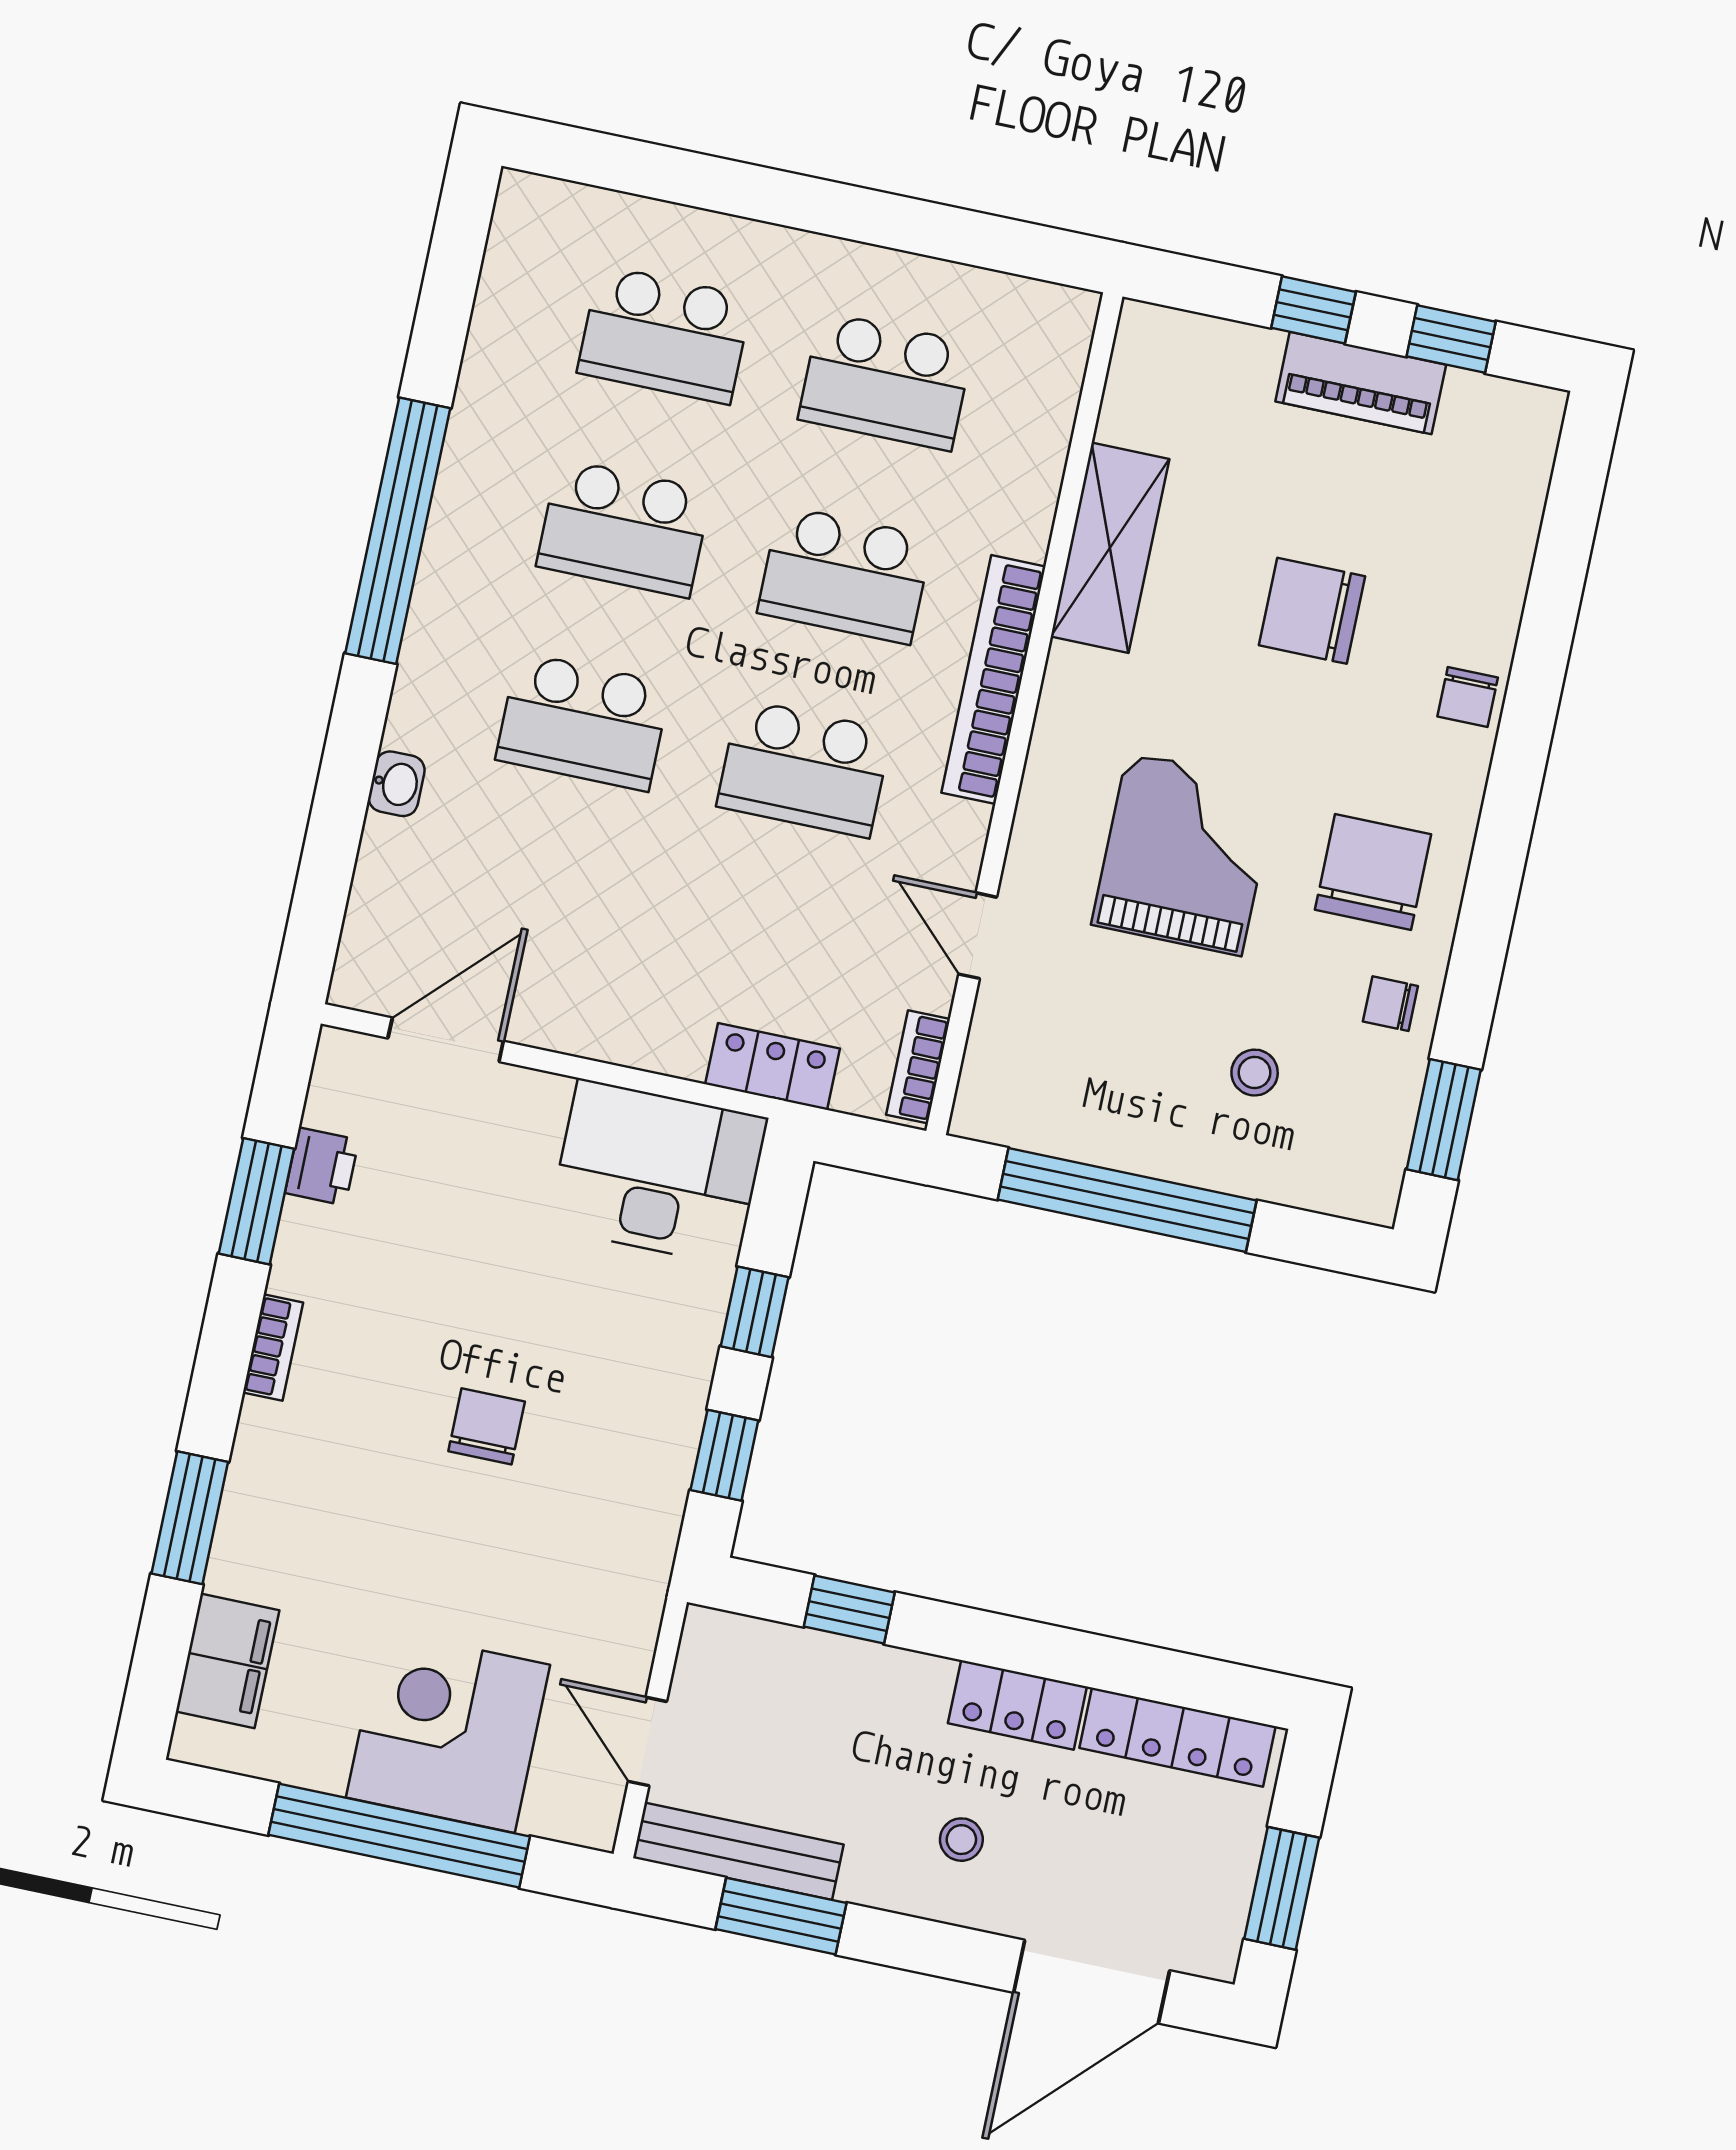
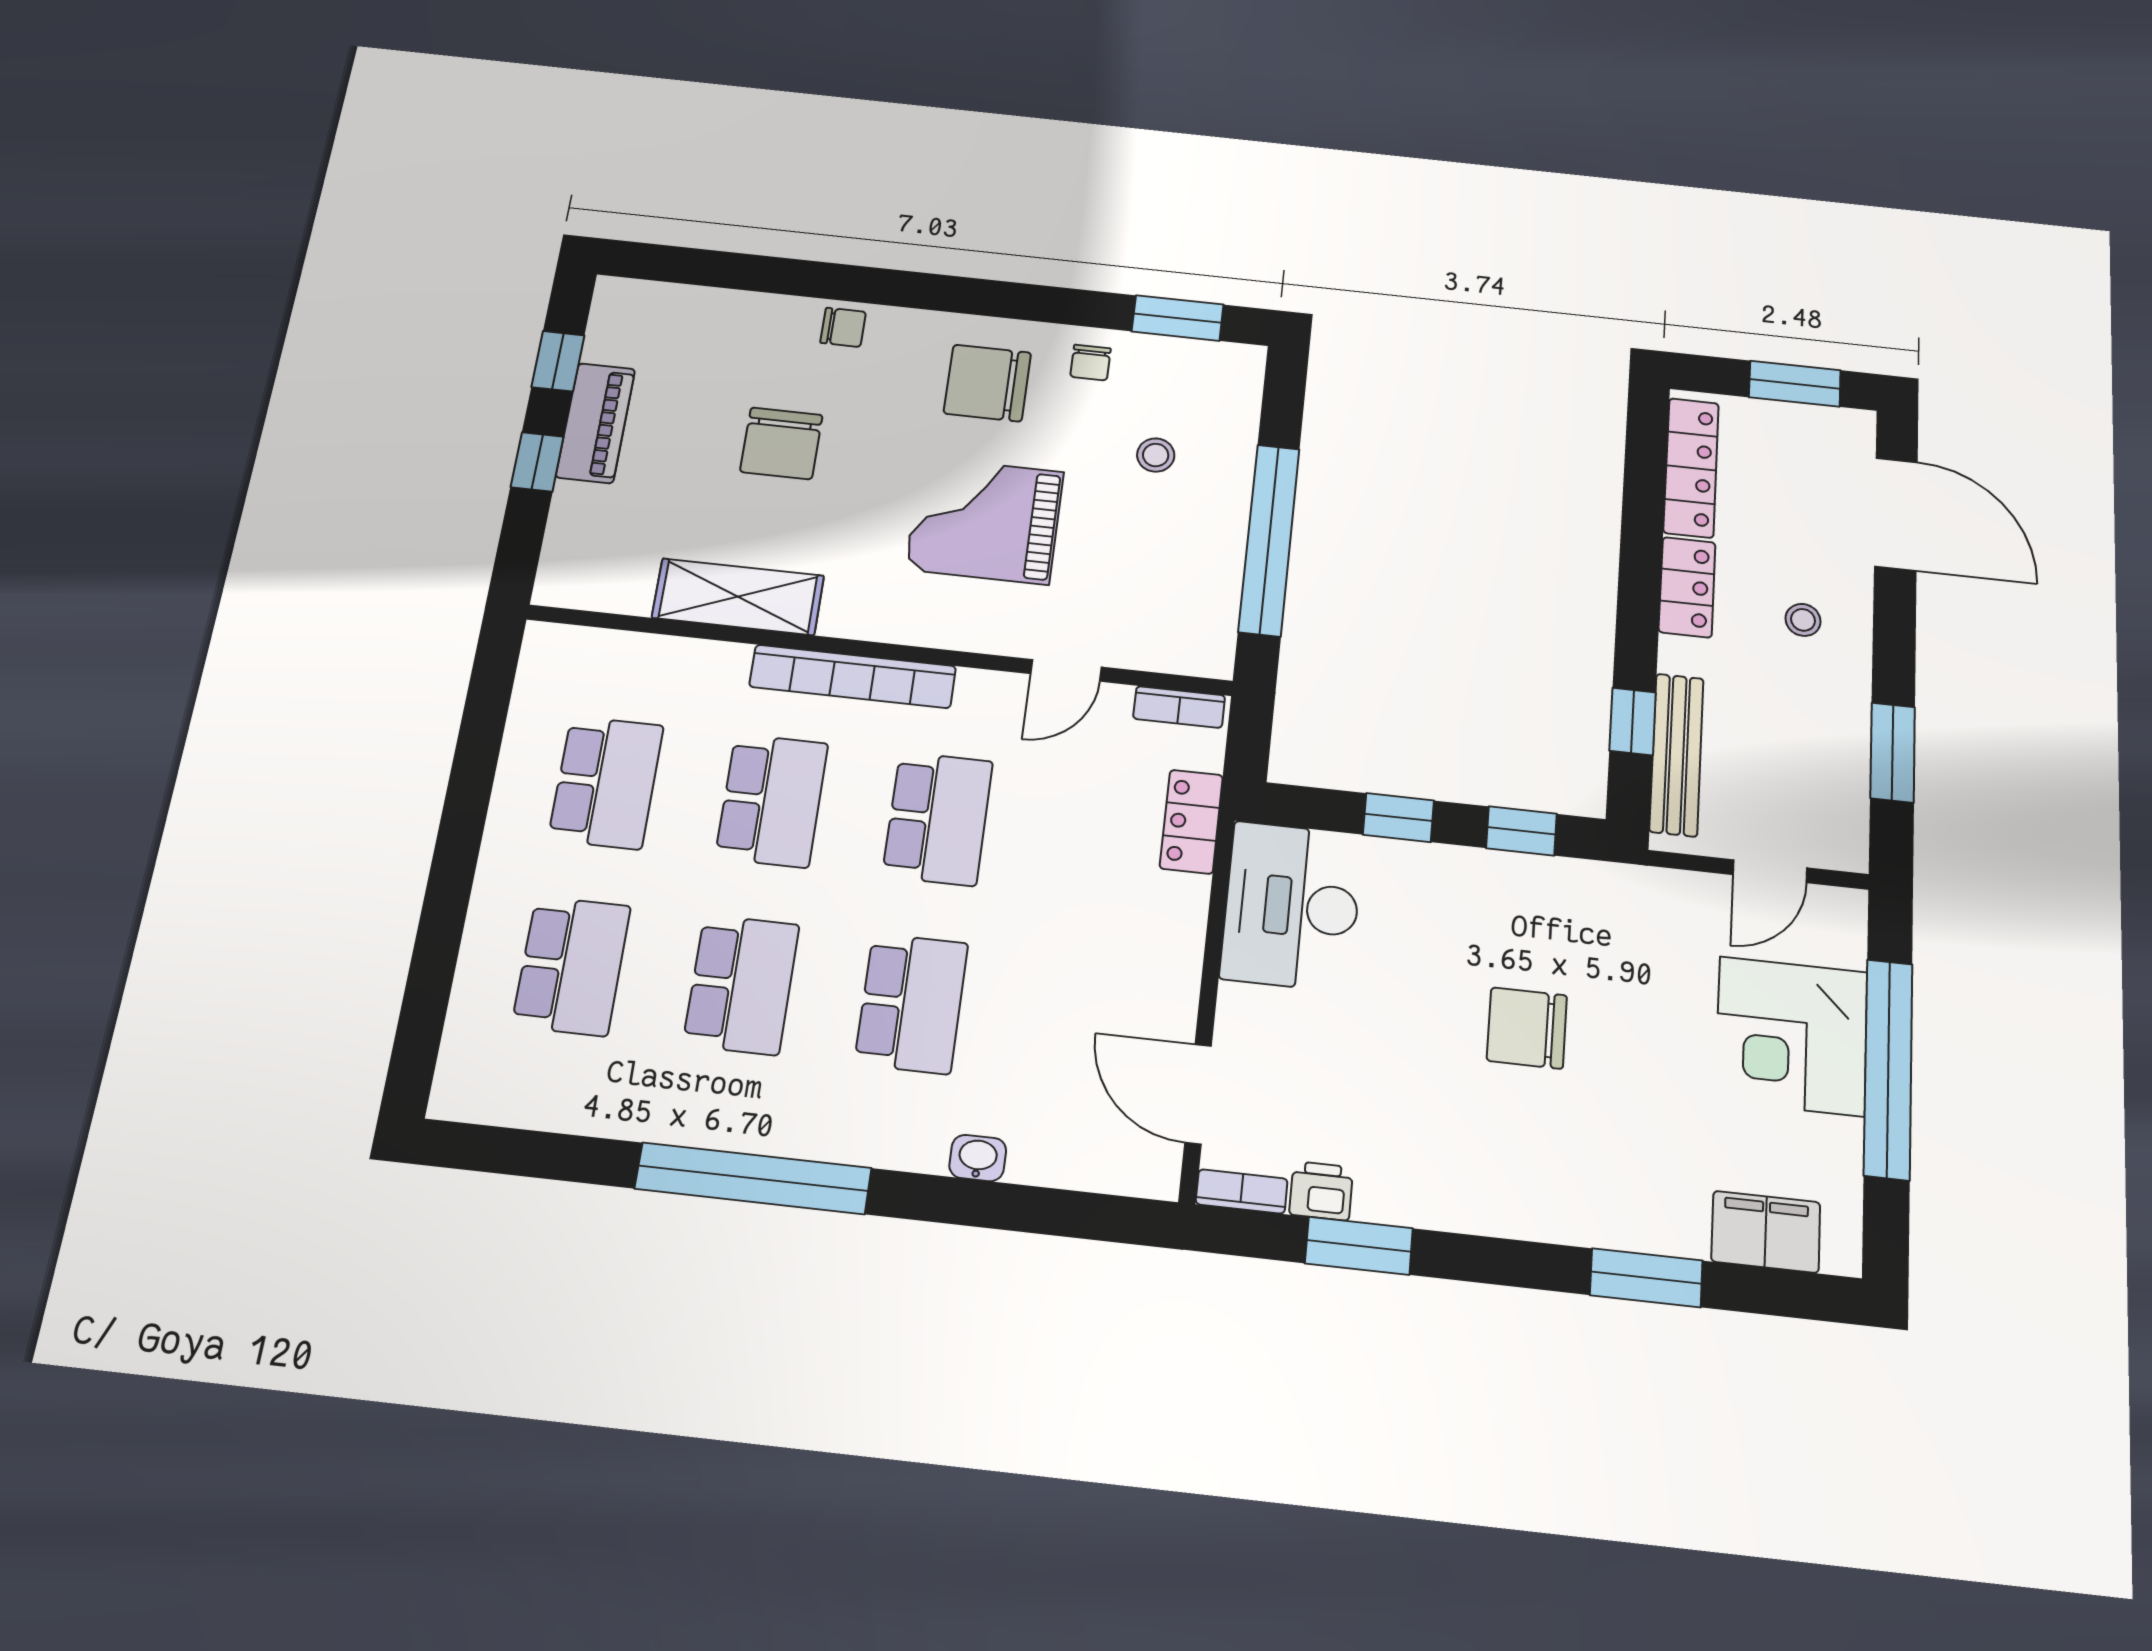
bookcase: (273, 1347) -> (1242, 1191), moved
chair: (487, 1426) -> (1527, 1028), width x1.37, depth x1.37
bench: (738, 1851) -> (1677, 755), moved

